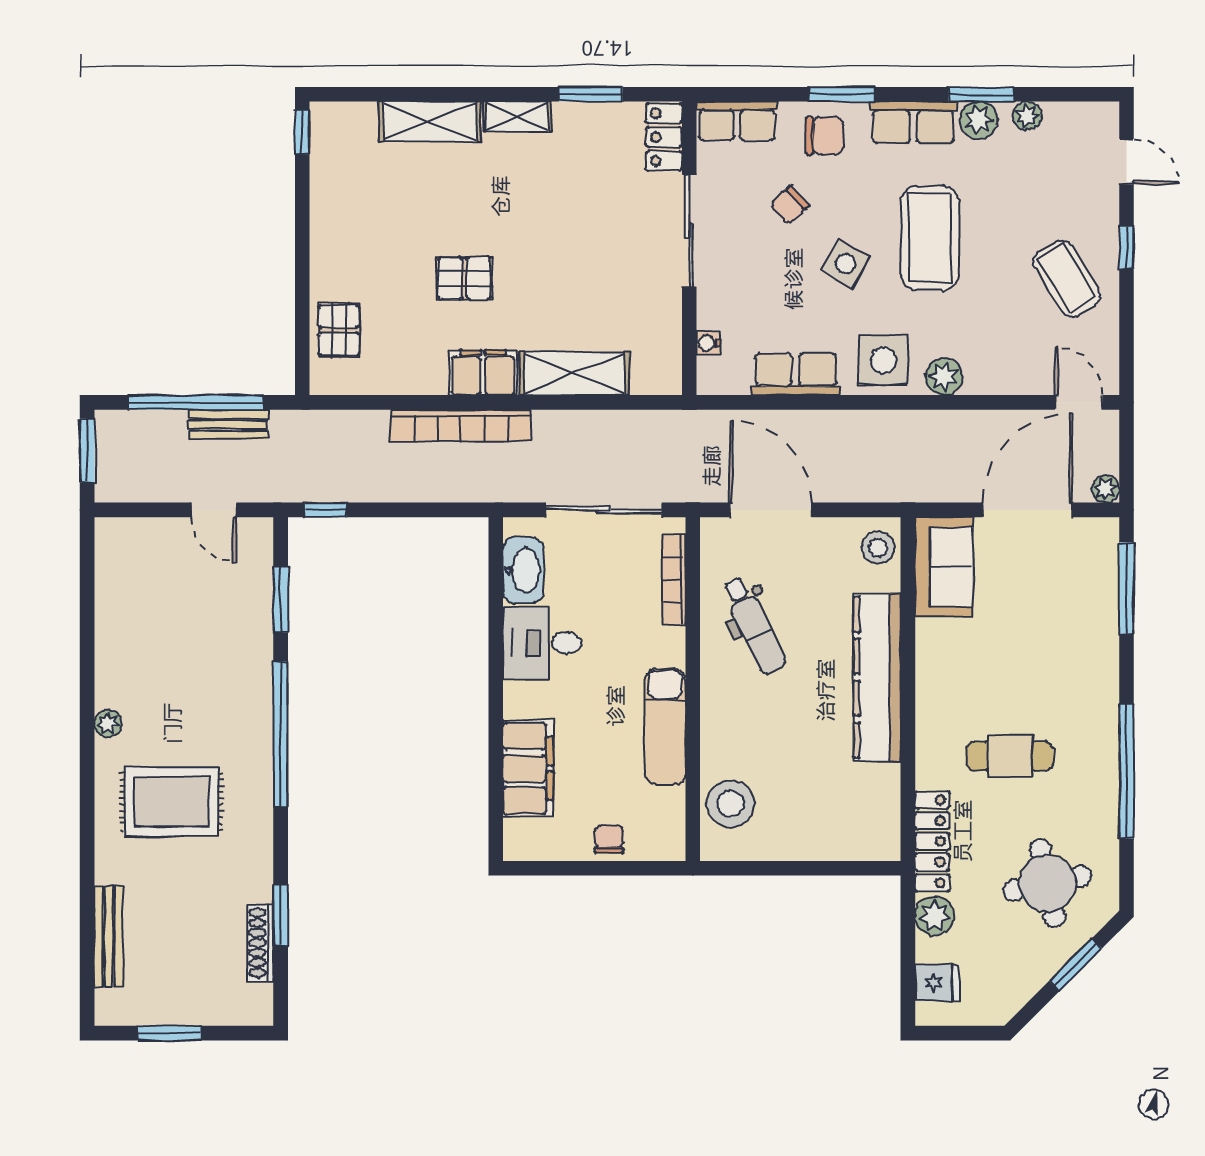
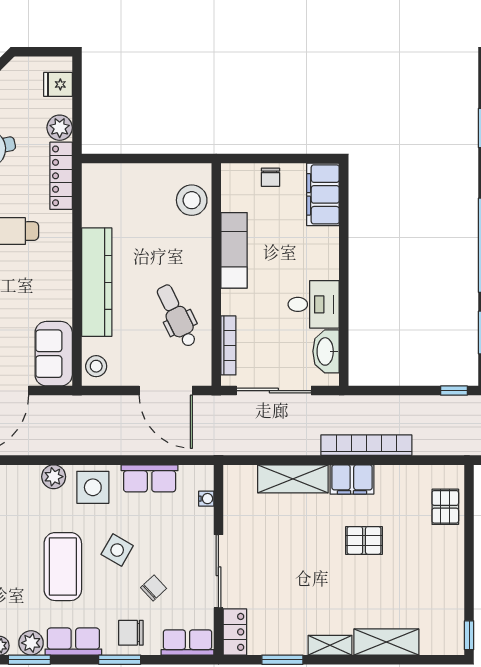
filing cabinet: (528, 768) -> (323, 194), moved

